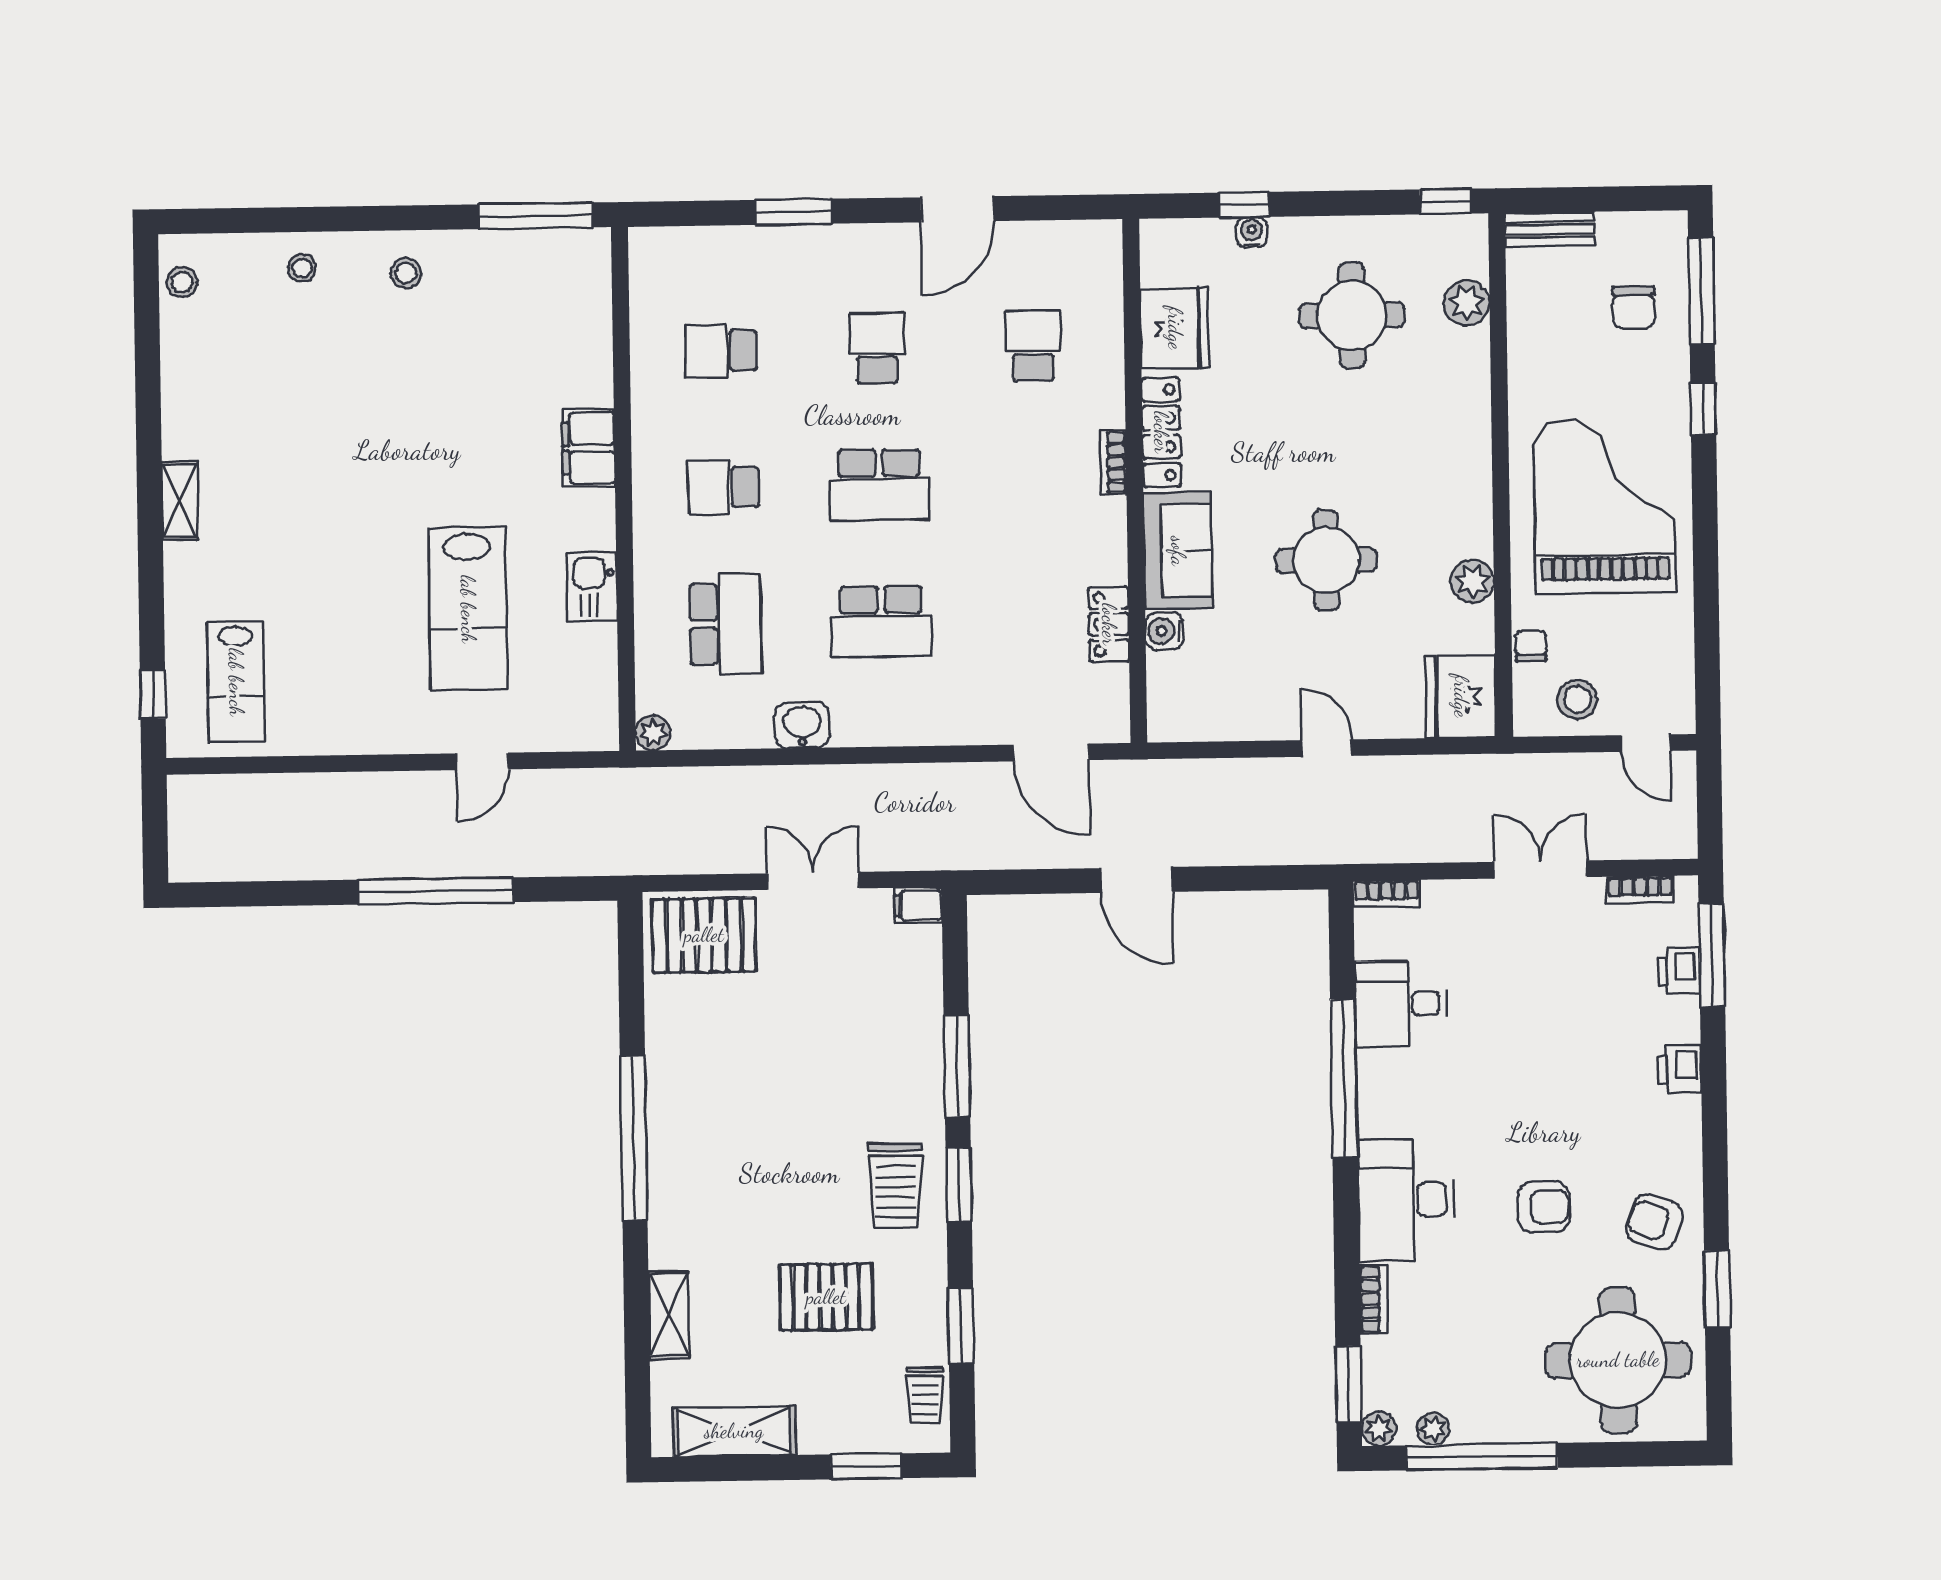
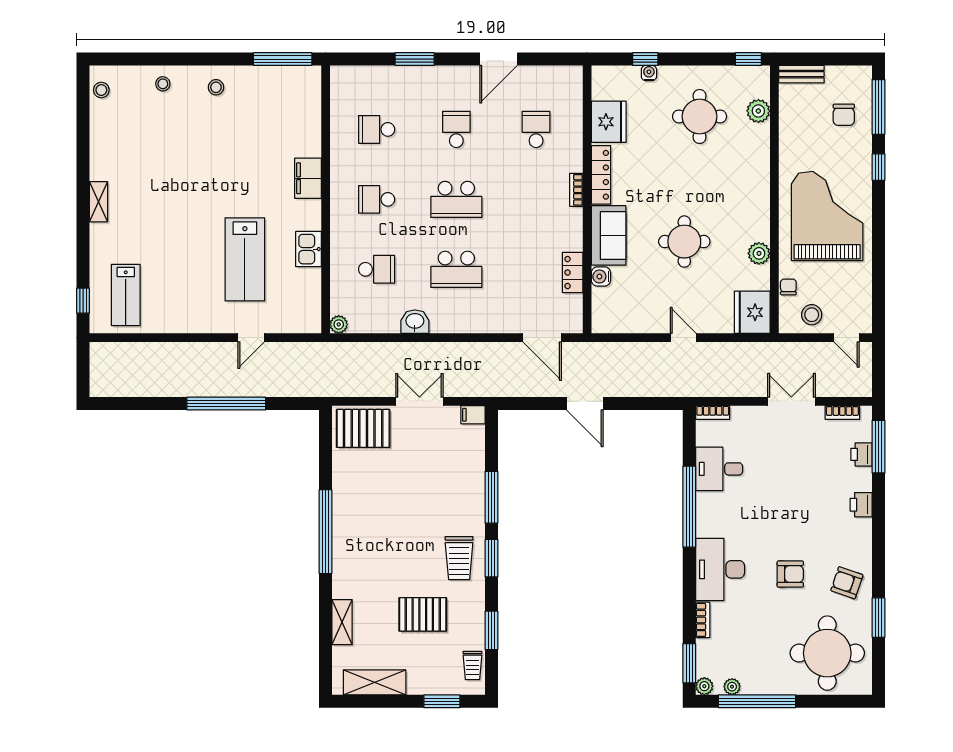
school desk: (725, 624) -> (377, 269), width x0.54

